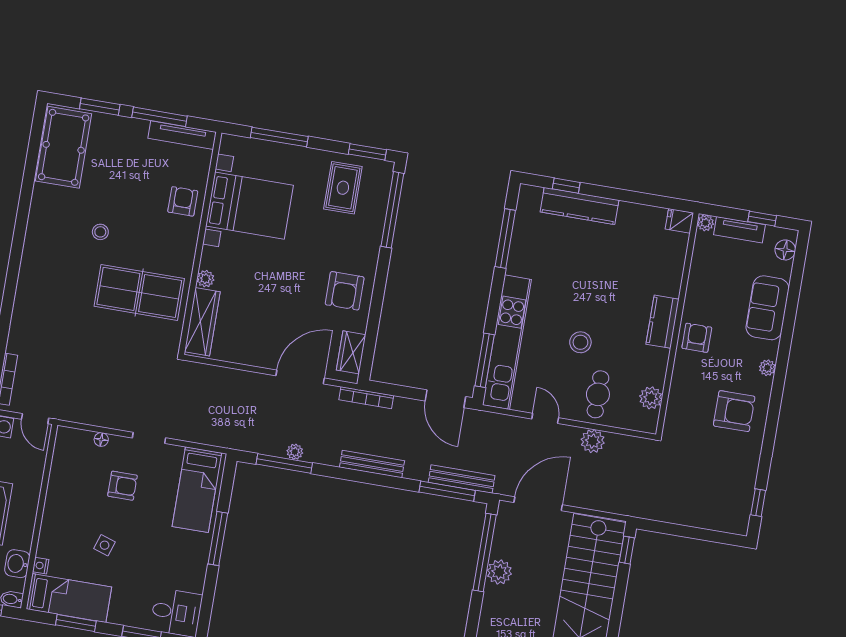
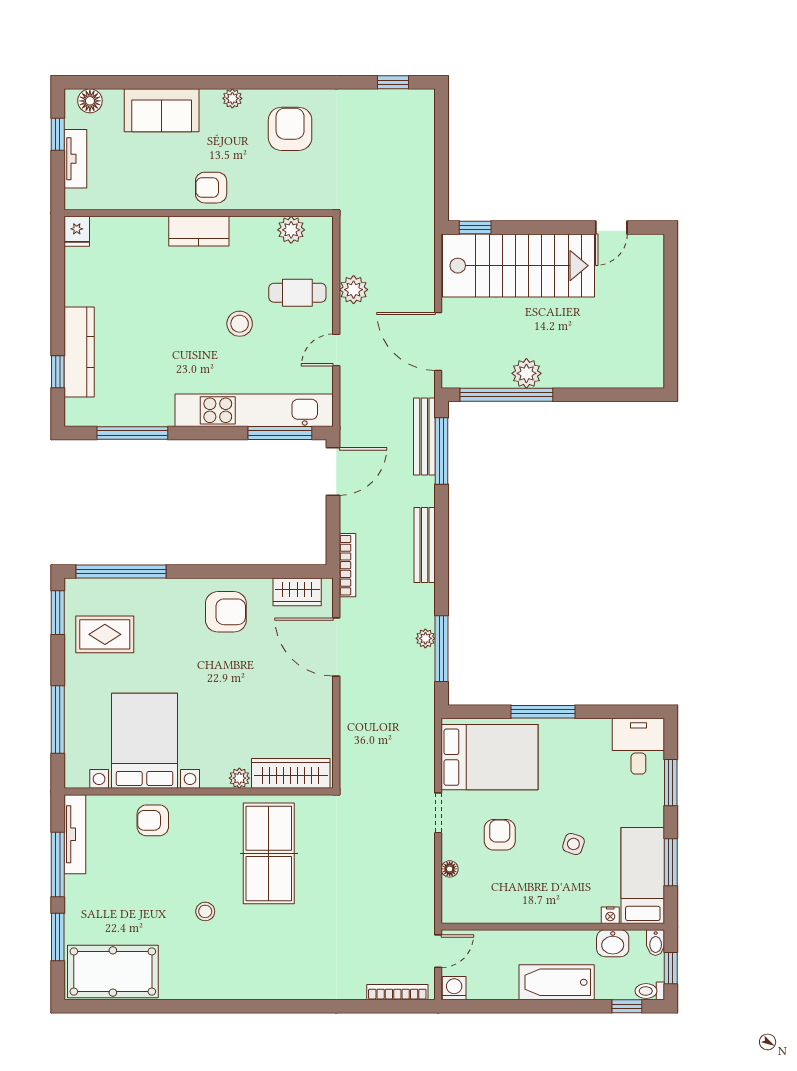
plant: (706, 223) -> (74, 200), removed
bed: (197, 490) -> (490, 757), width x1.50

